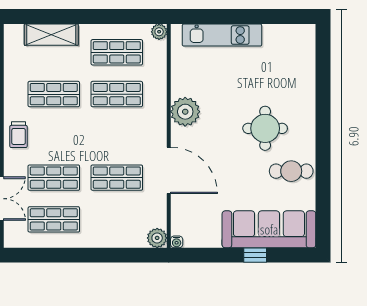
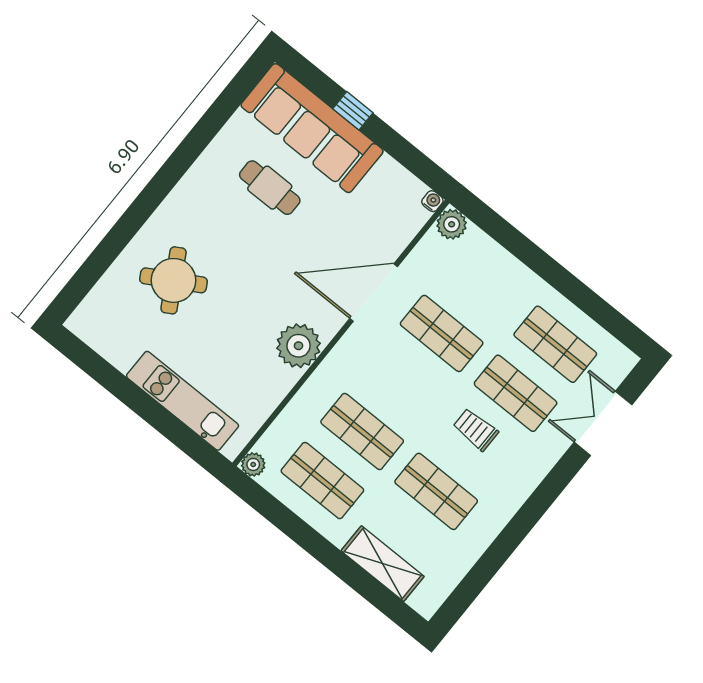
round table: (265, 128) -> (174, 280), moved, turned -30
trolley: (19, 135) -> (476, 430), moved, turned -90
door: (169, 170) -> (374, 292), hinge flipped
cafe table: (291, 171) -> (270, 188), moved

